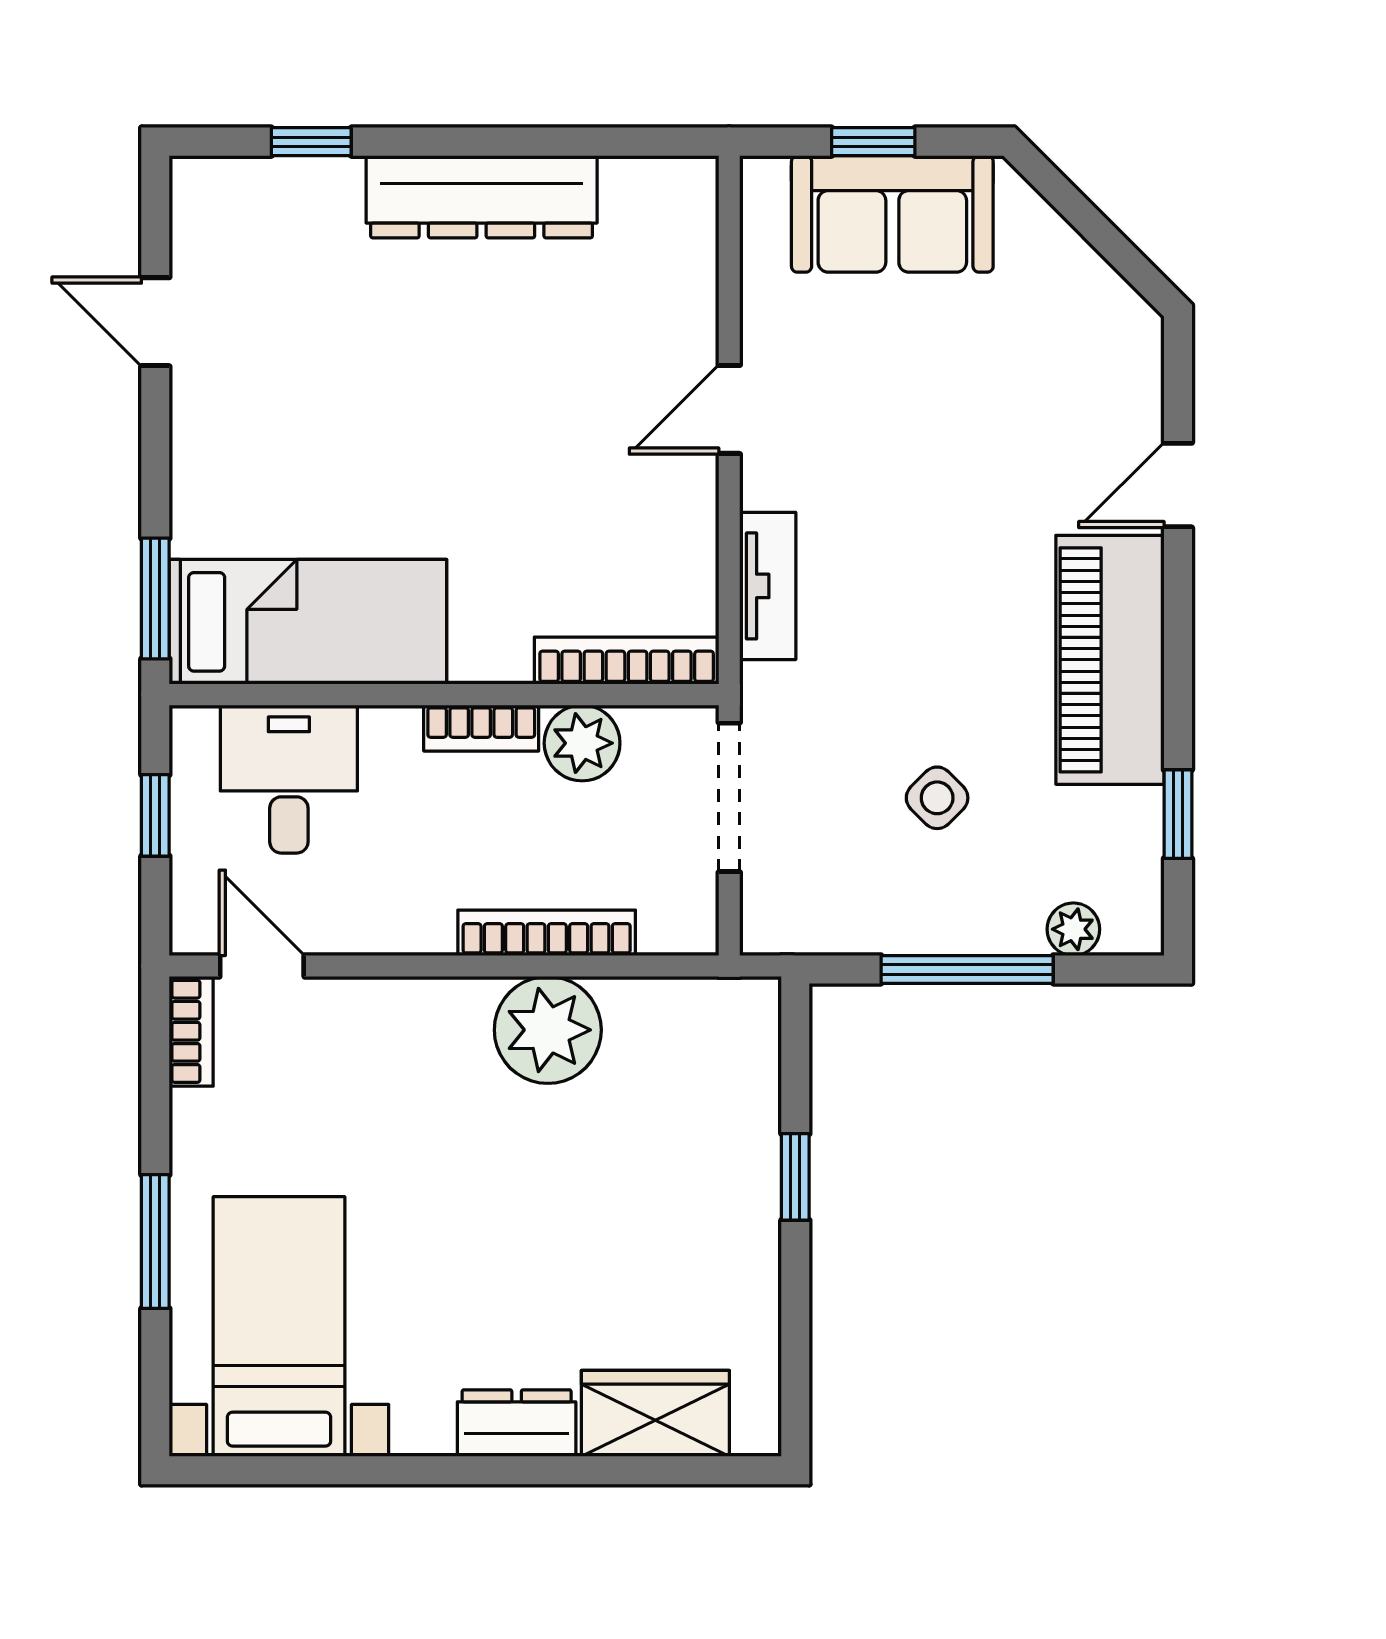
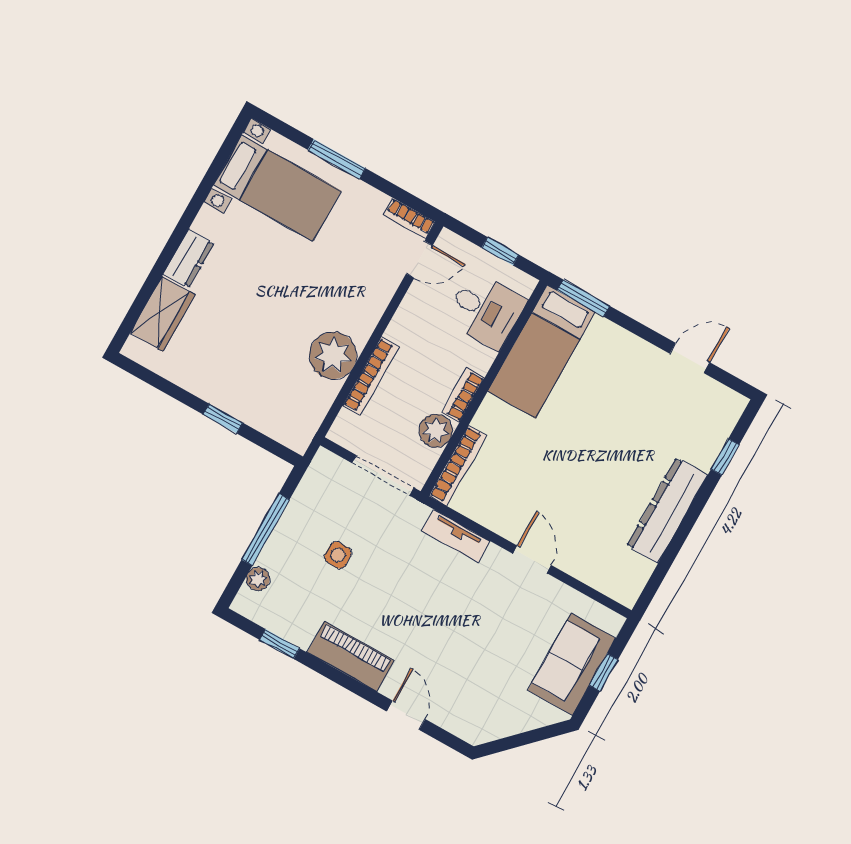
piano: (1110, 660) -> (351, 656), width x0.73, depth x0.75
side table: (937, 798) -> (338, 555), turned 45

